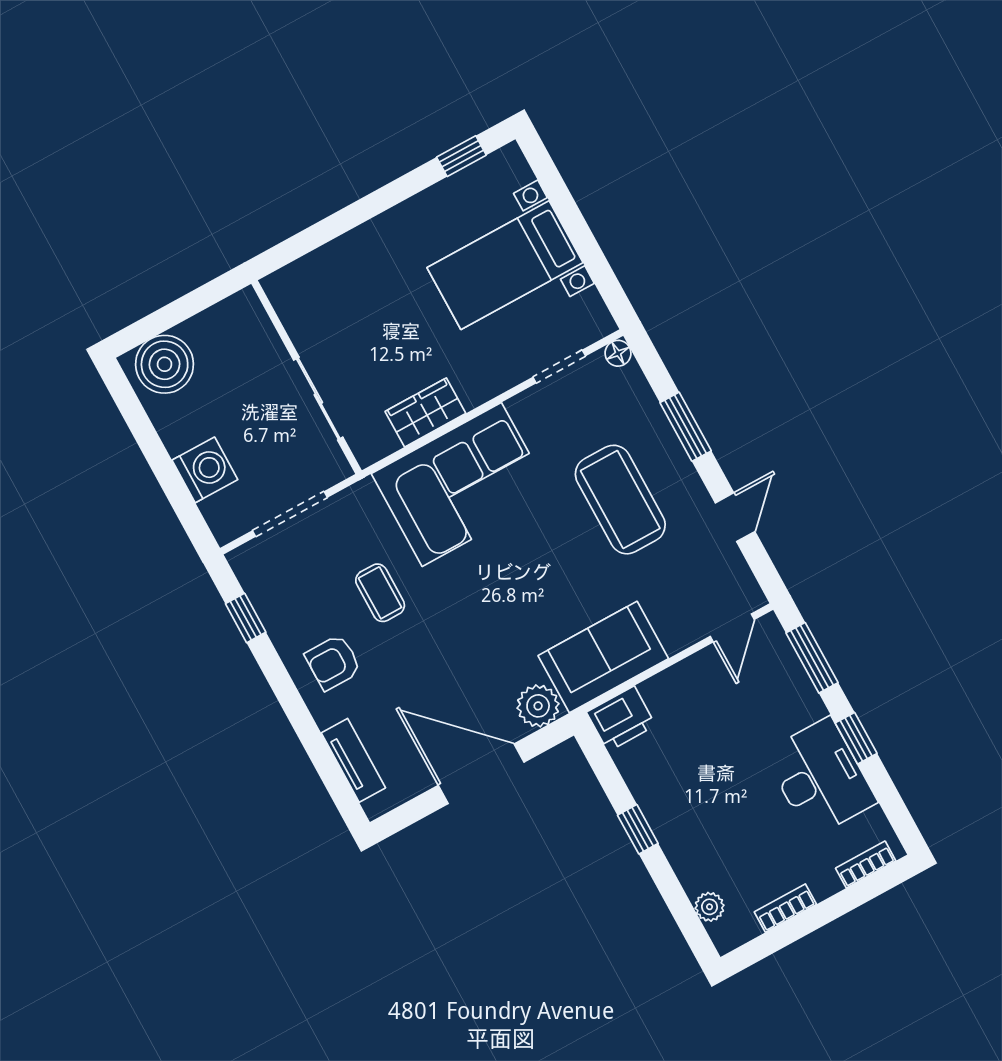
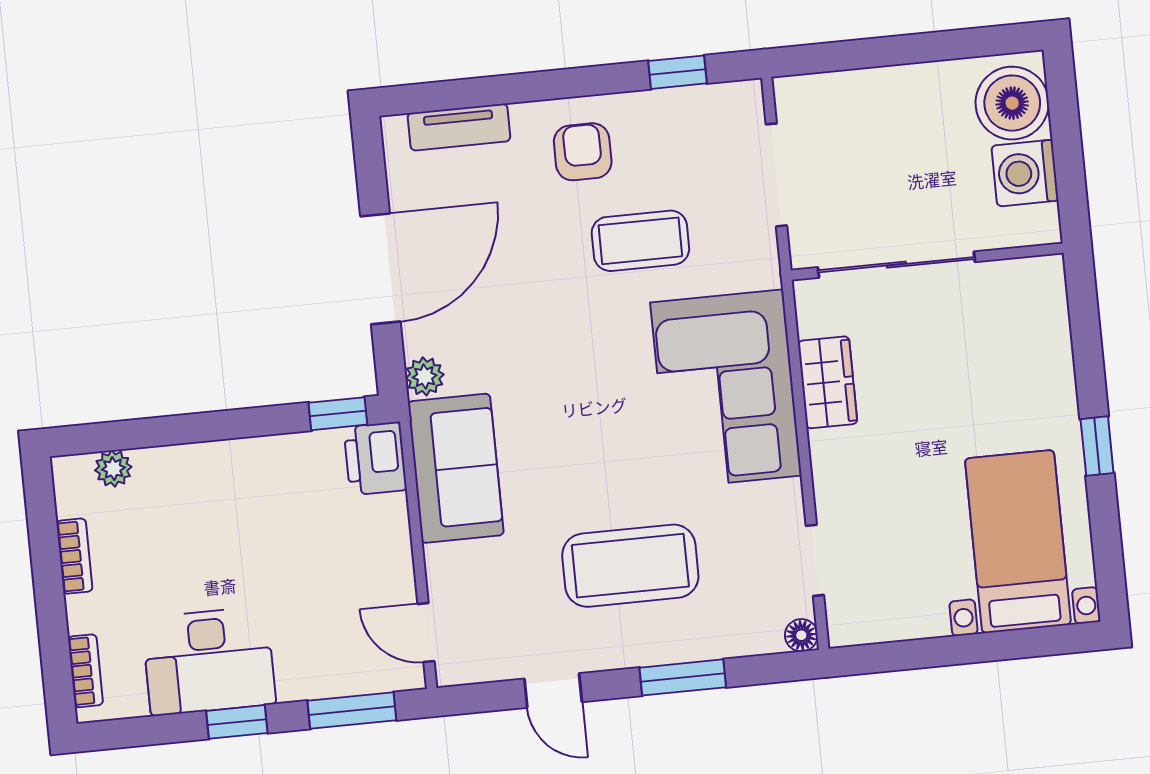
window: (461, 156) -> (1097, 446), moved
bed with nightstands: (505, 265) -> (1018, 542), moved
sliding door: (318, 399) -> (896, 265), width x1.37
washing machine: (205, 470) -> (1025, 173), moved, turned 90
coffee table: (380, 593) -> (640, 241), width x1.36, depth x1.30
plant: (538, 706) -> (425, 376), width x0.73, depth x0.73
window: (638, 829) -> (338, 414), moved

